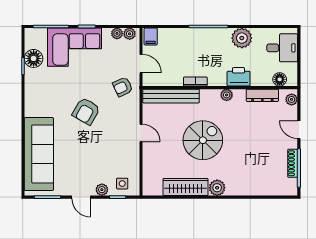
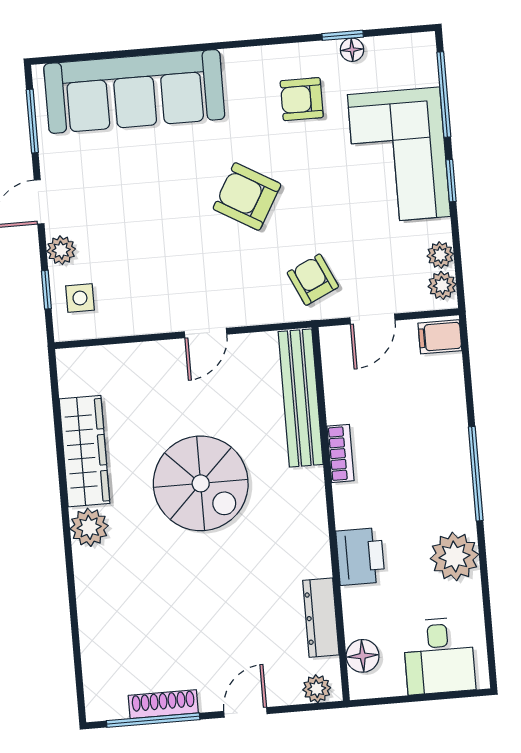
floor lamp: (34, 58) -> (352, 50), width x0.53, depth x0.53
armchair: (48, 85) -> (302, 99), added
plant: (227, 95) -> (314, 531), removed

